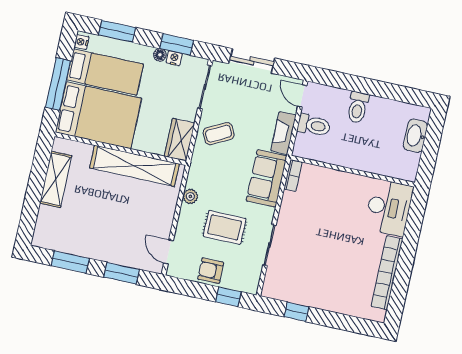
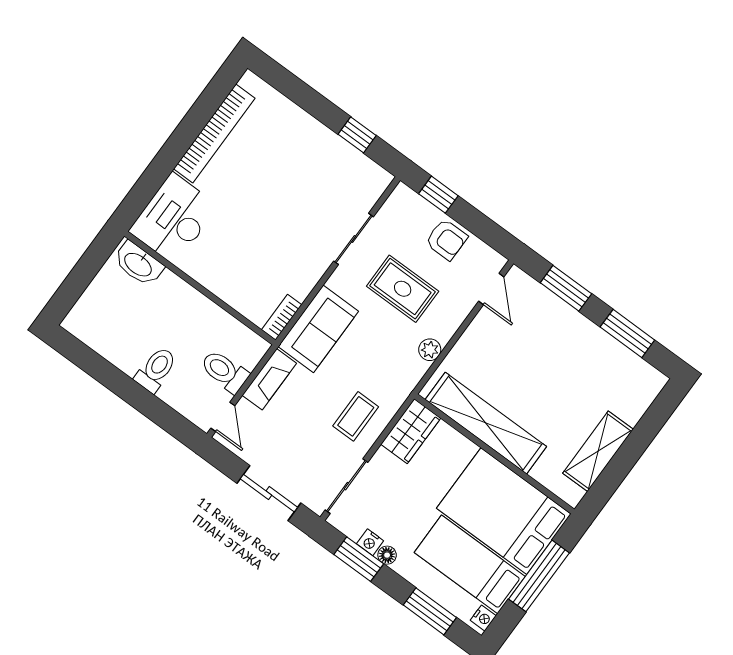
coffee table: (219, 134) -> (356, 416), turned -62
washbasin: (415, 136) -> (138, 264), moved, turned 90

